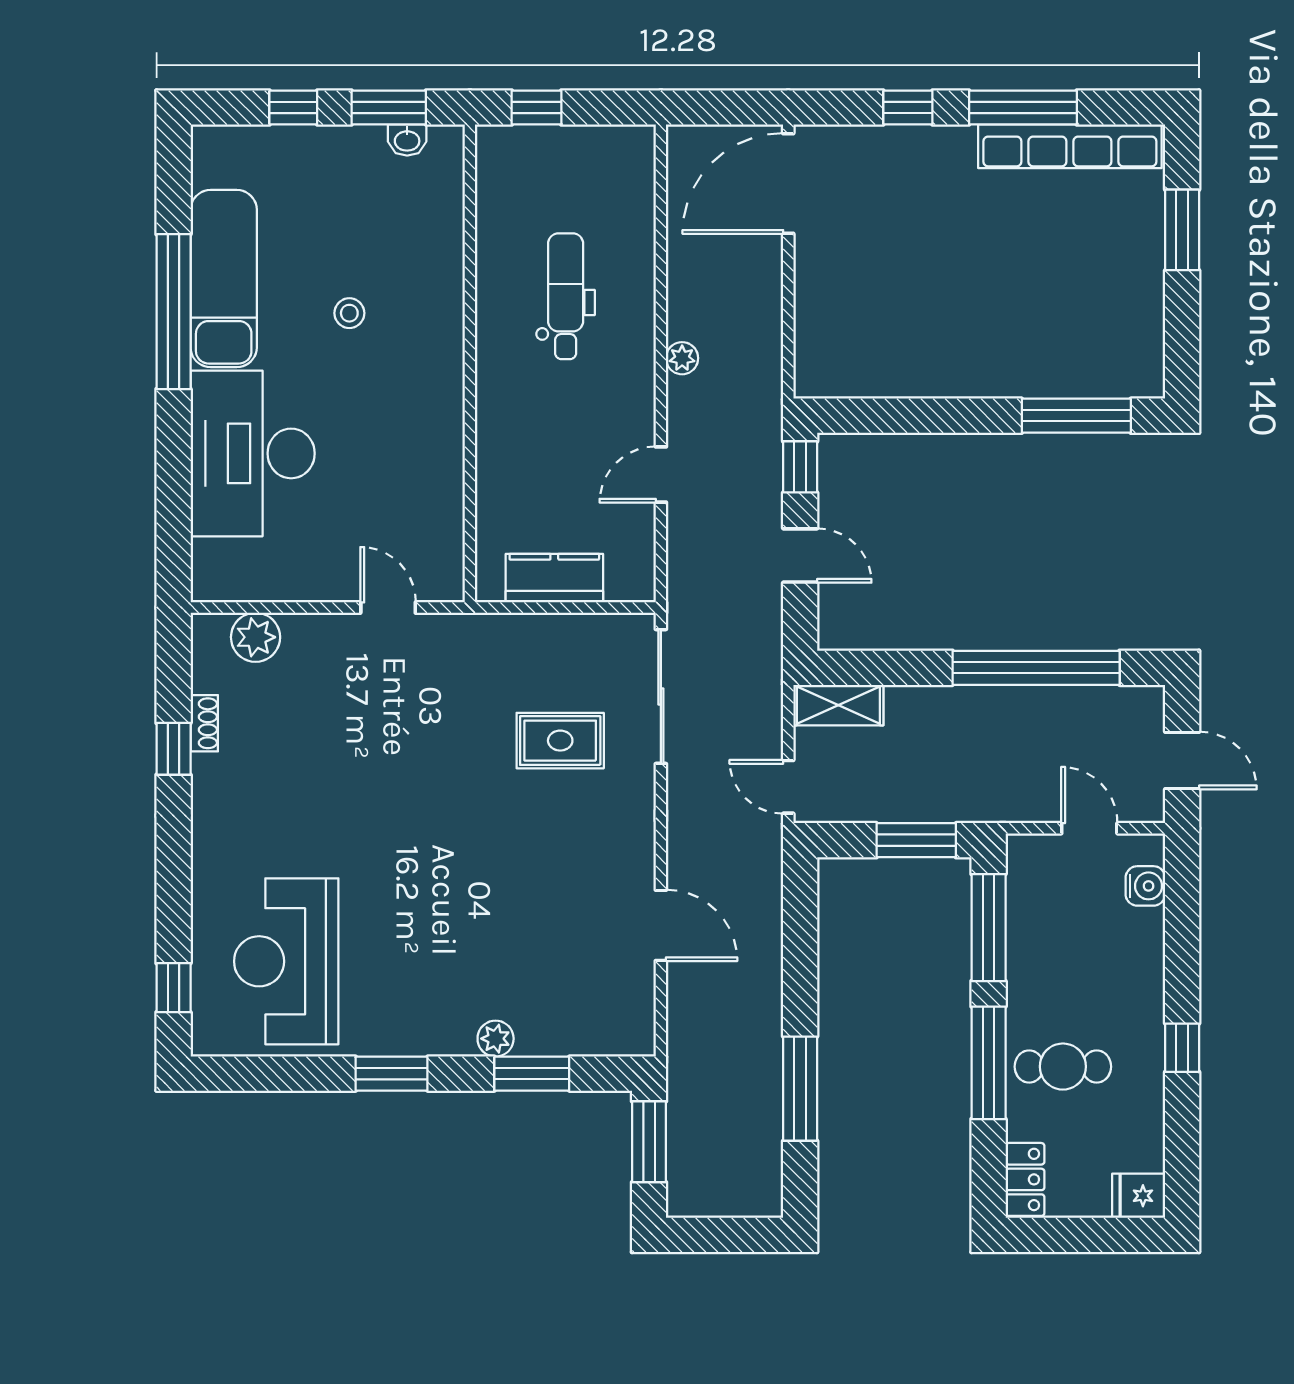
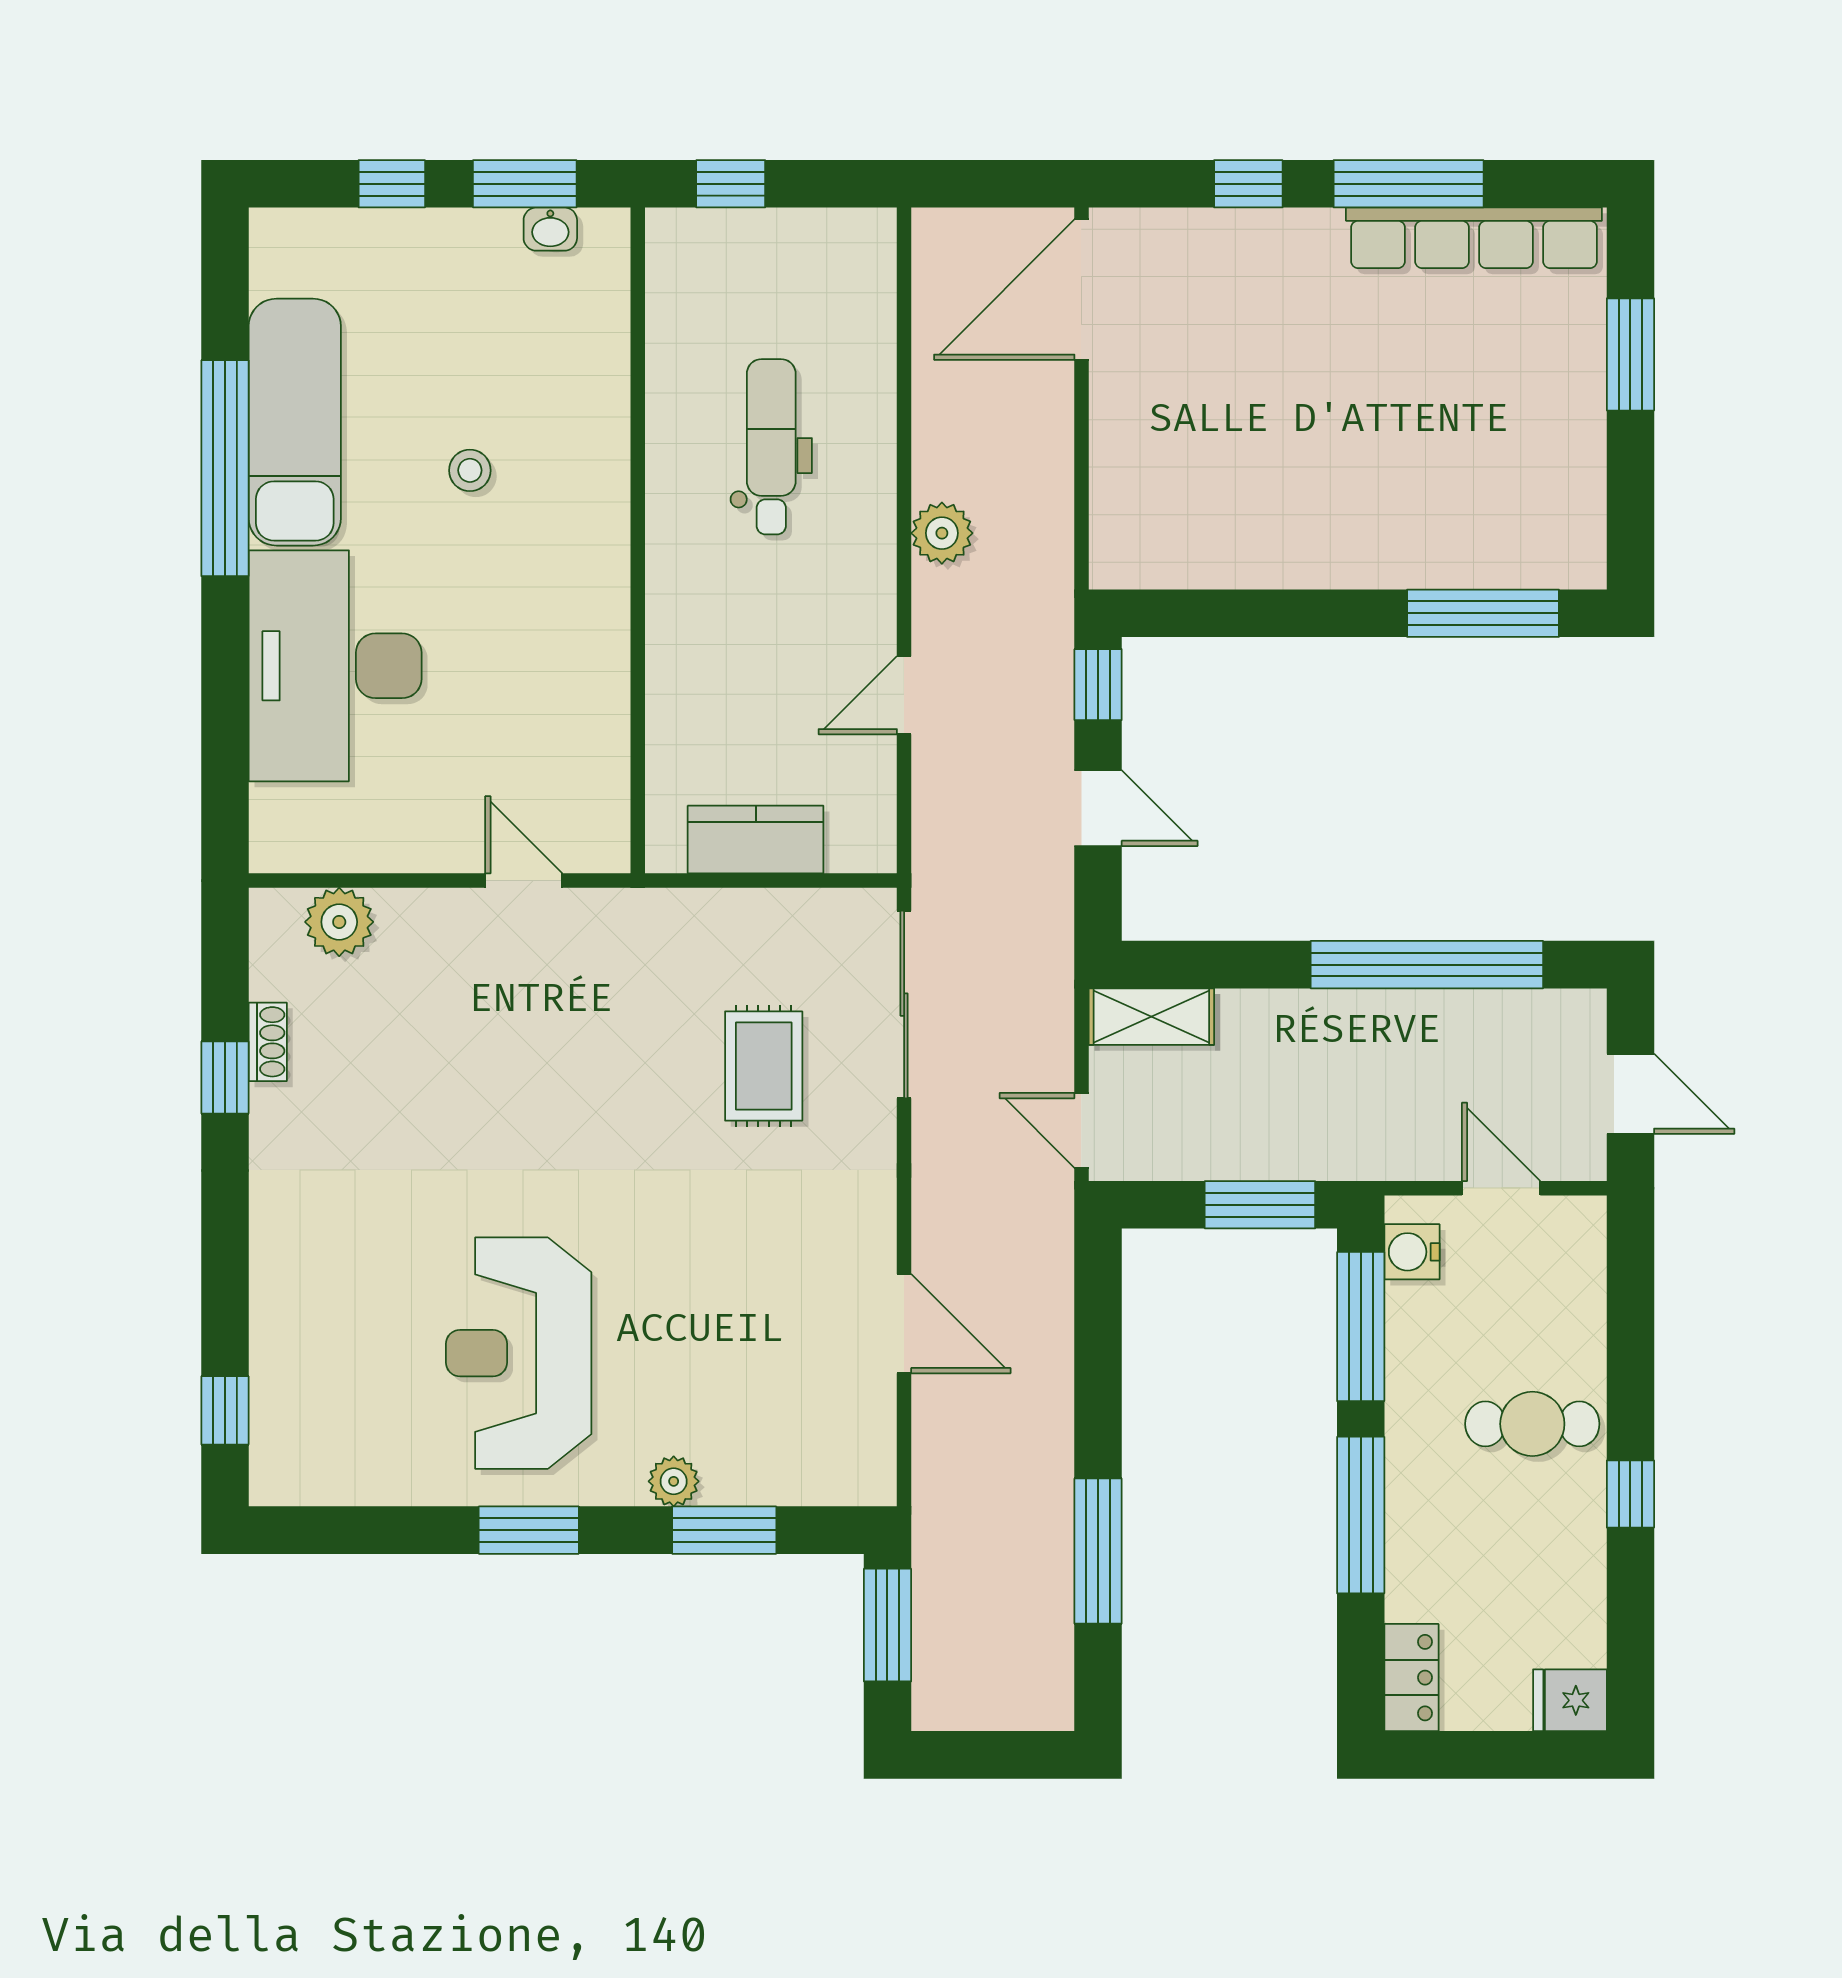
plant: (682, 358) -> (942, 533), width x1.38, depth x1.38
rug: (560, 741) -> (764, 1066), turned 90
water cooler: (1145, 886) -> (1412, 1252), moved, turned 180
reception desk: (286, 961) -> (519, 1353), moved
cafe table: (1063, 1067) -> (1532, 1424), moved

